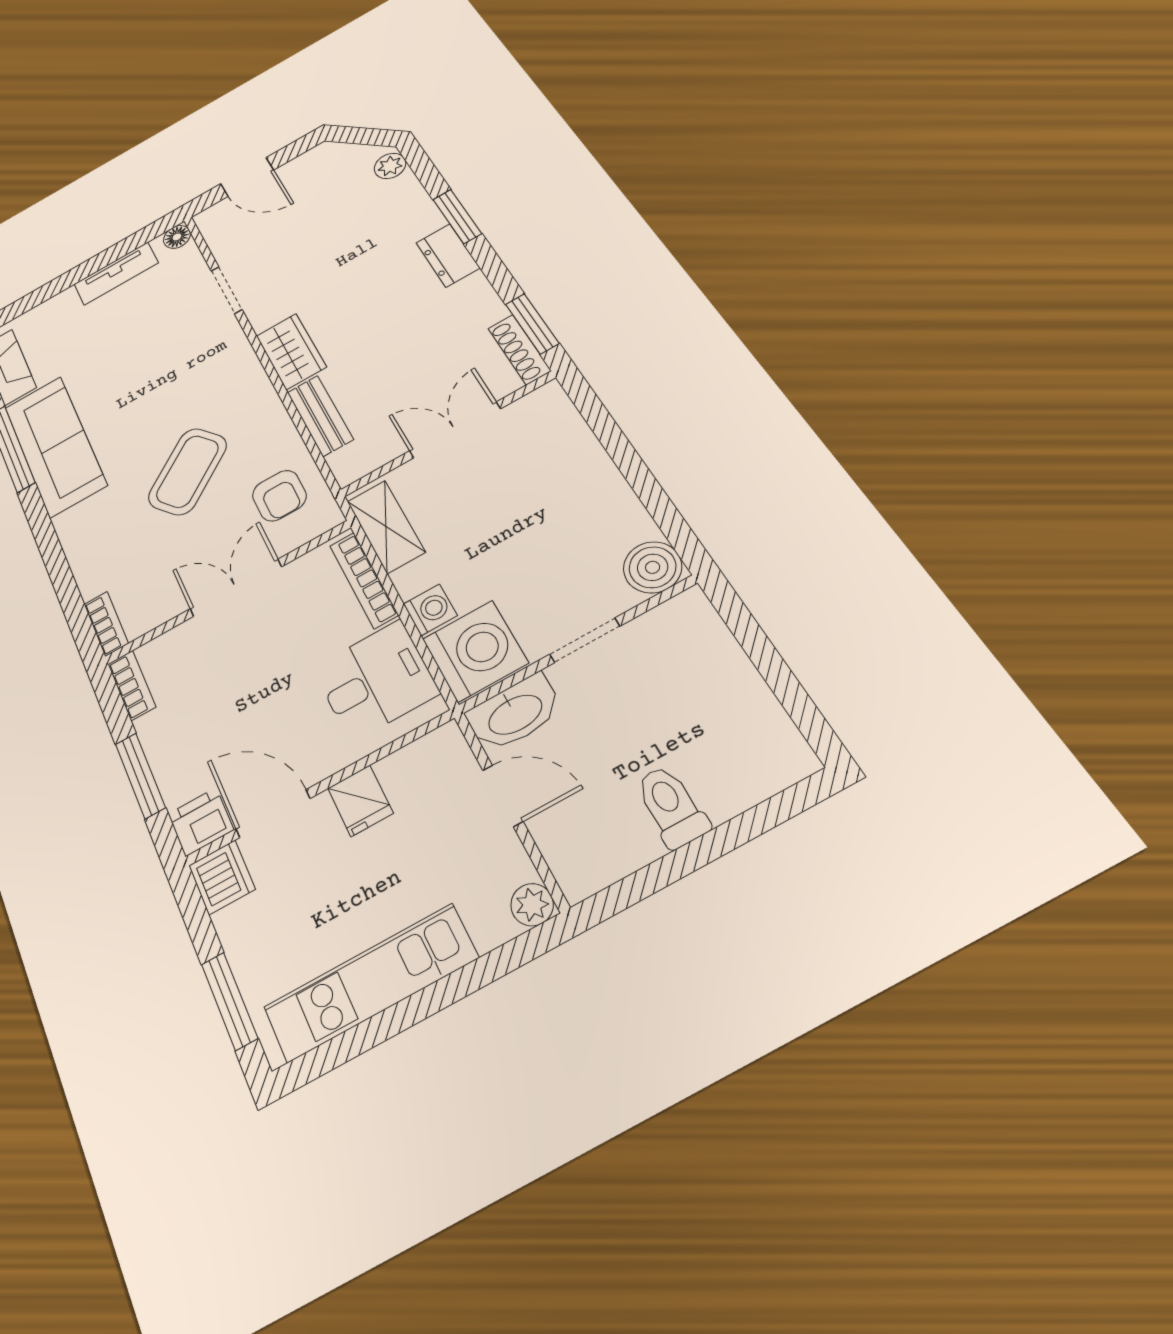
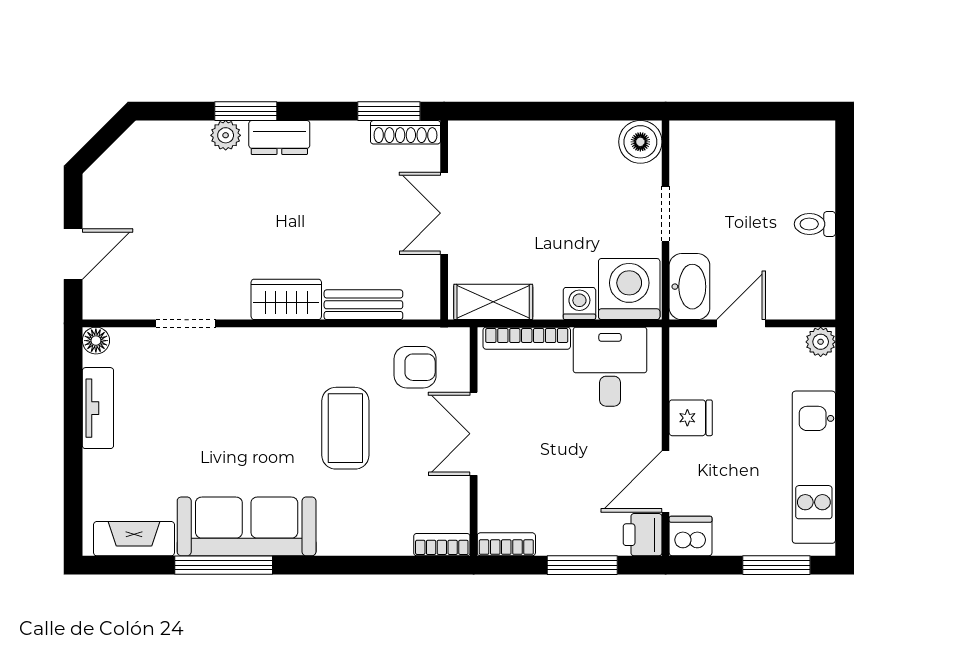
plant: (390, 166) -> (226, 135), moved
coffee table: (187, 471) -> (345, 428), turned 38
toilet: (671, 806) -> (815, 224), width x0.73, depth x0.72

